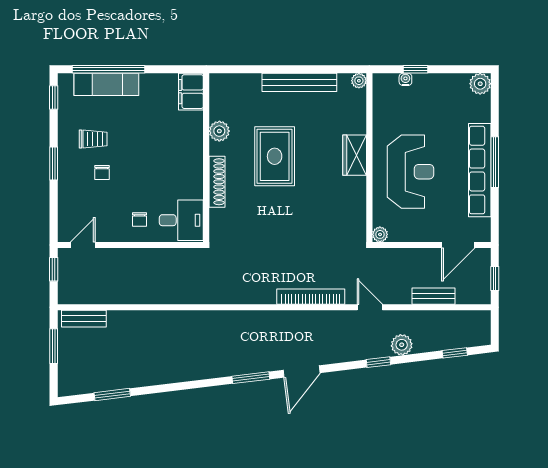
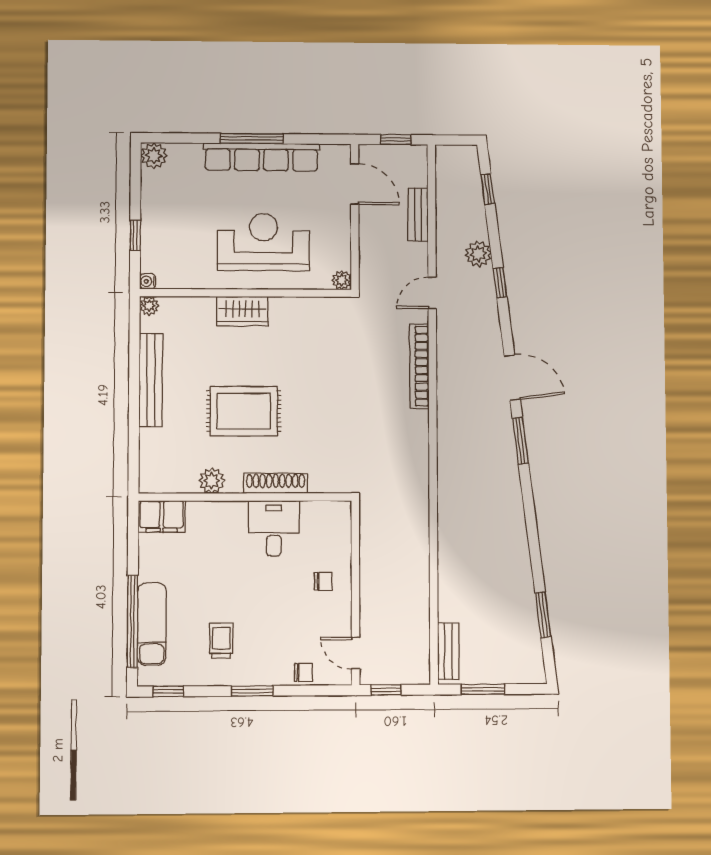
water cooler: (405, 79) -> (148, 281), moved
chair: (102, 172) -> (303, 672), moved
desk: (181, 220) -> (274, 528), moved

